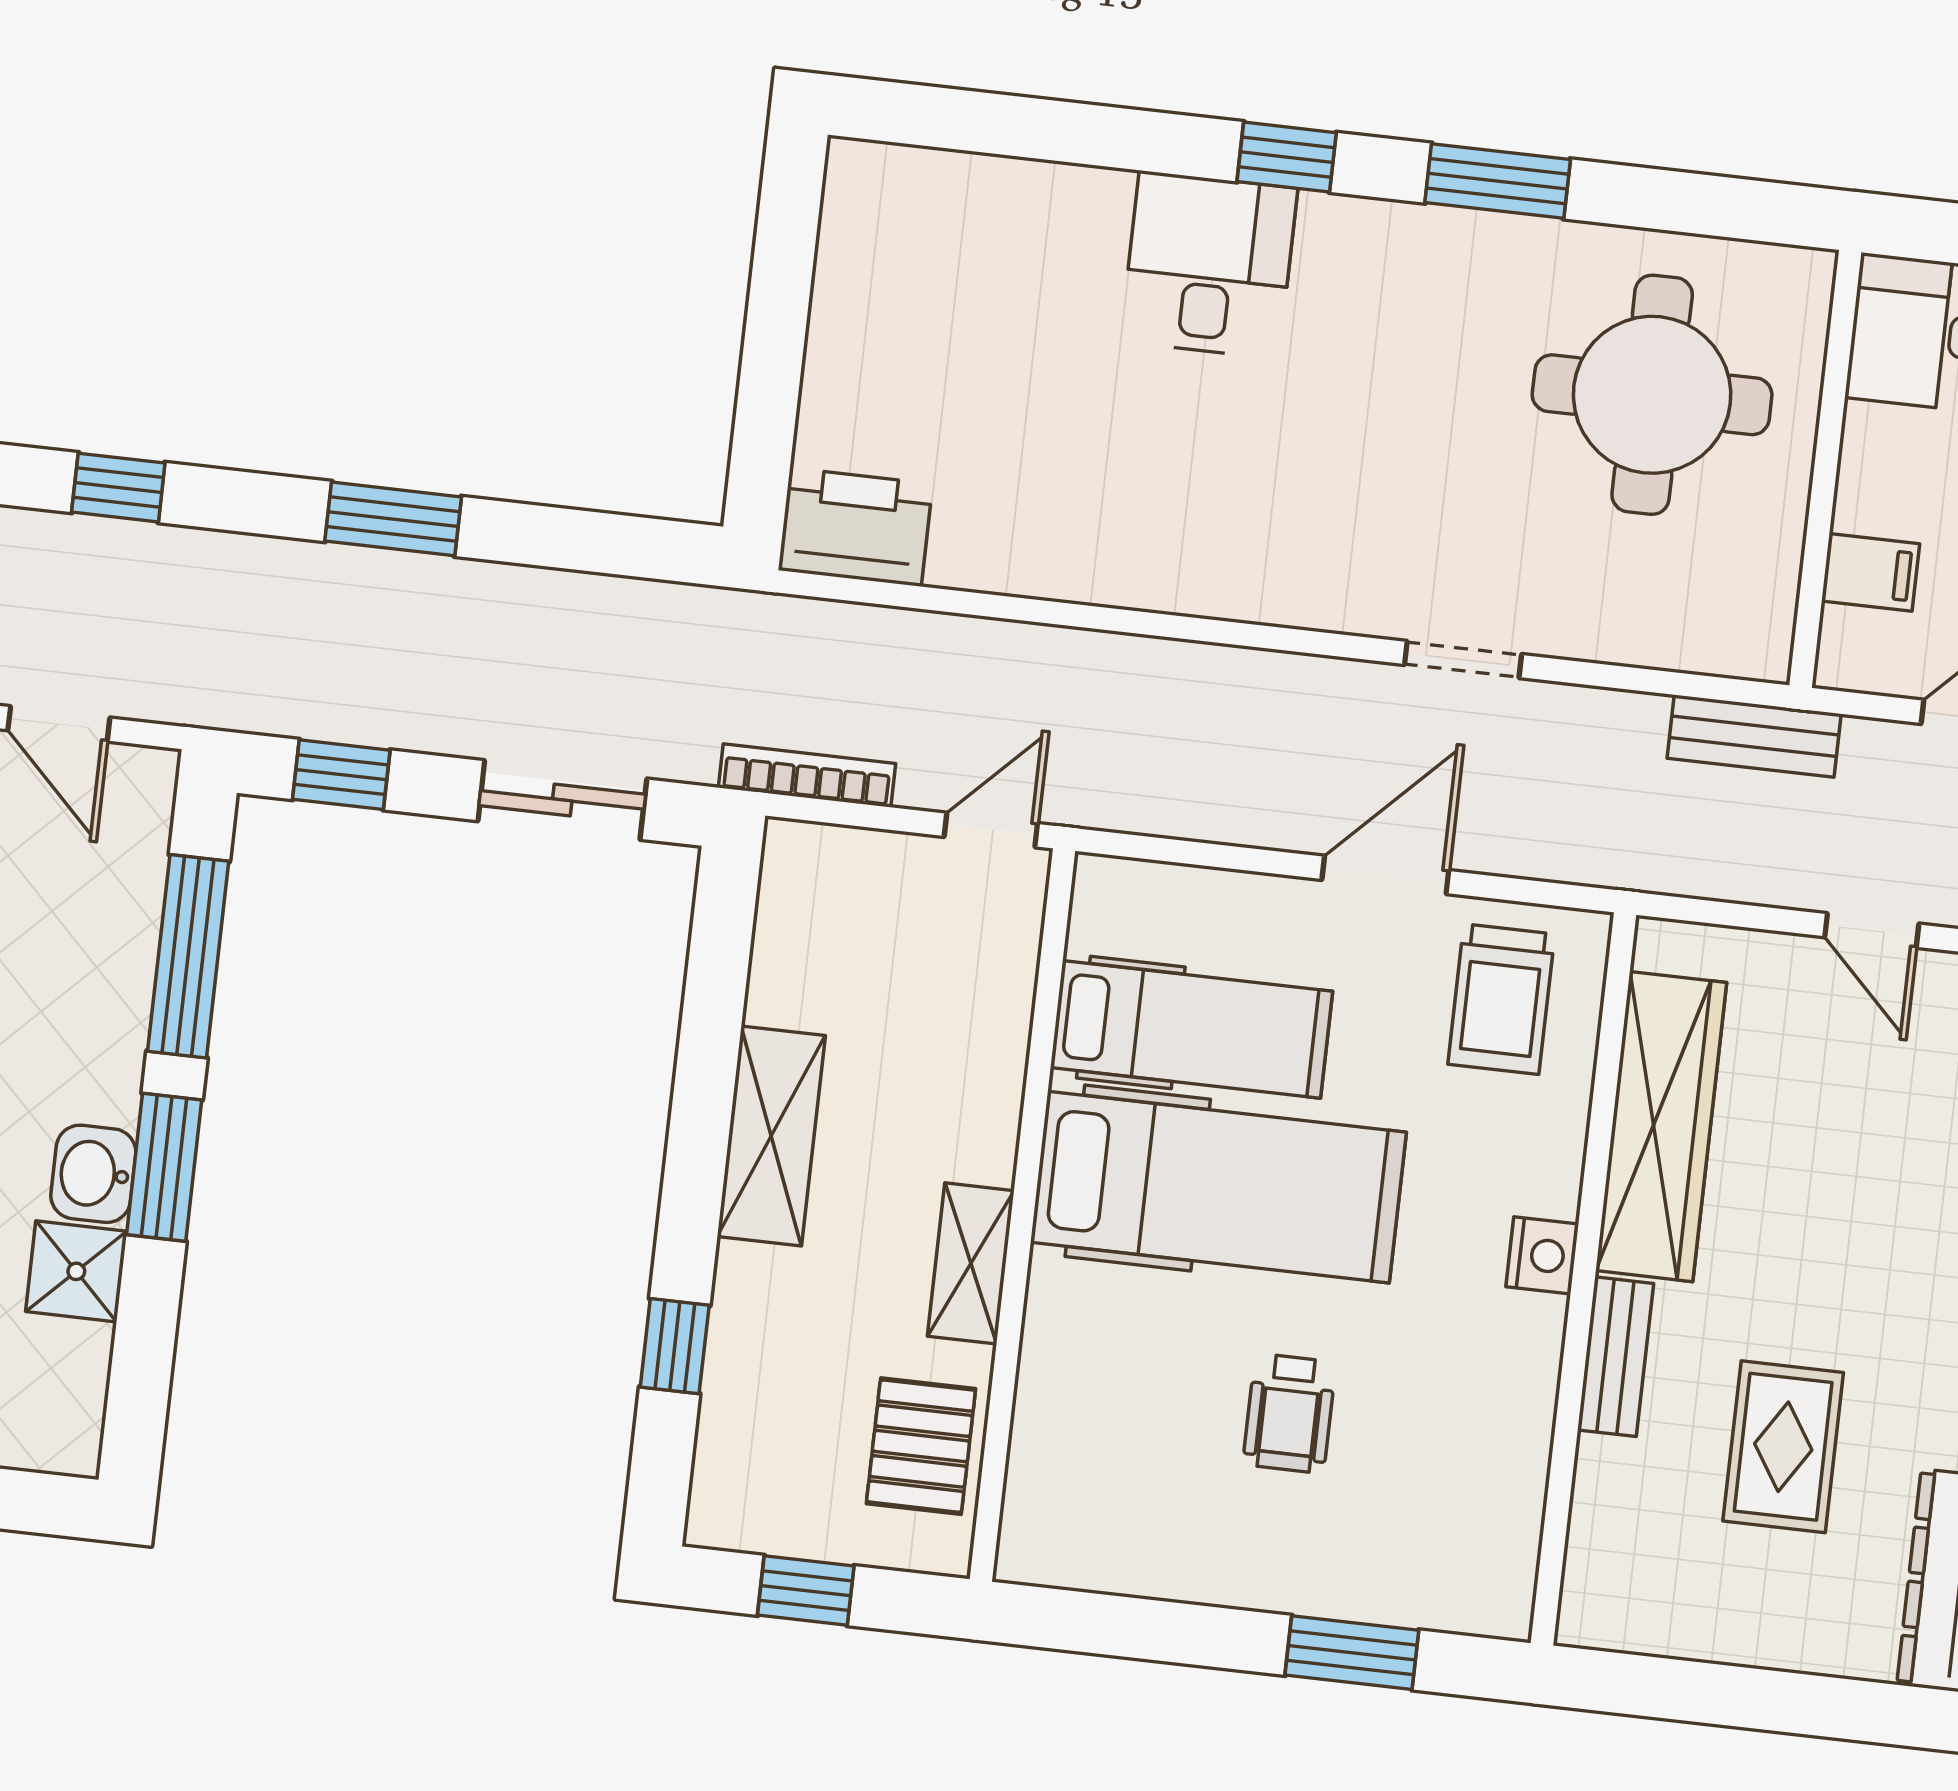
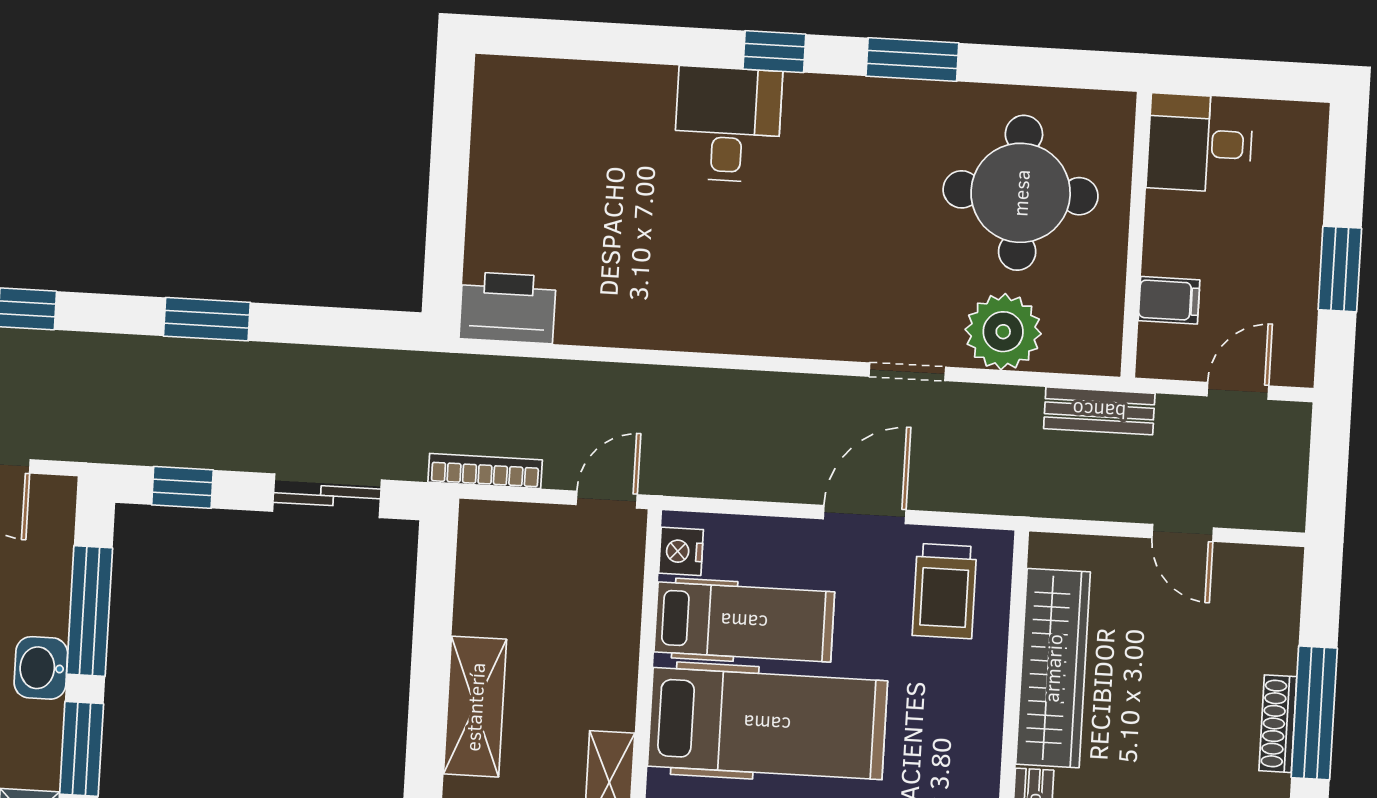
plant: (1613, 606) -> (1003, 332), added
washbasin: (93, 1174) -> (41, 668), moved
nightstand: (1542, 1255) -> (681, 551), moved, turned 180

